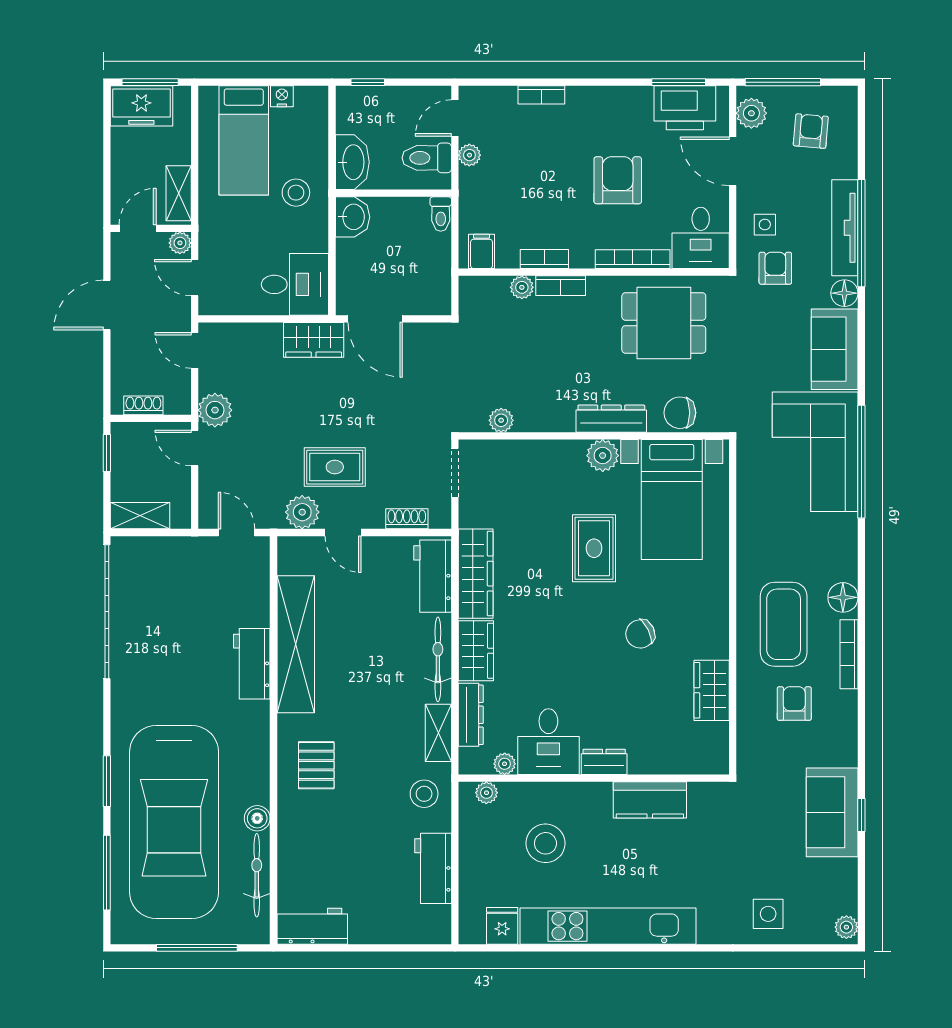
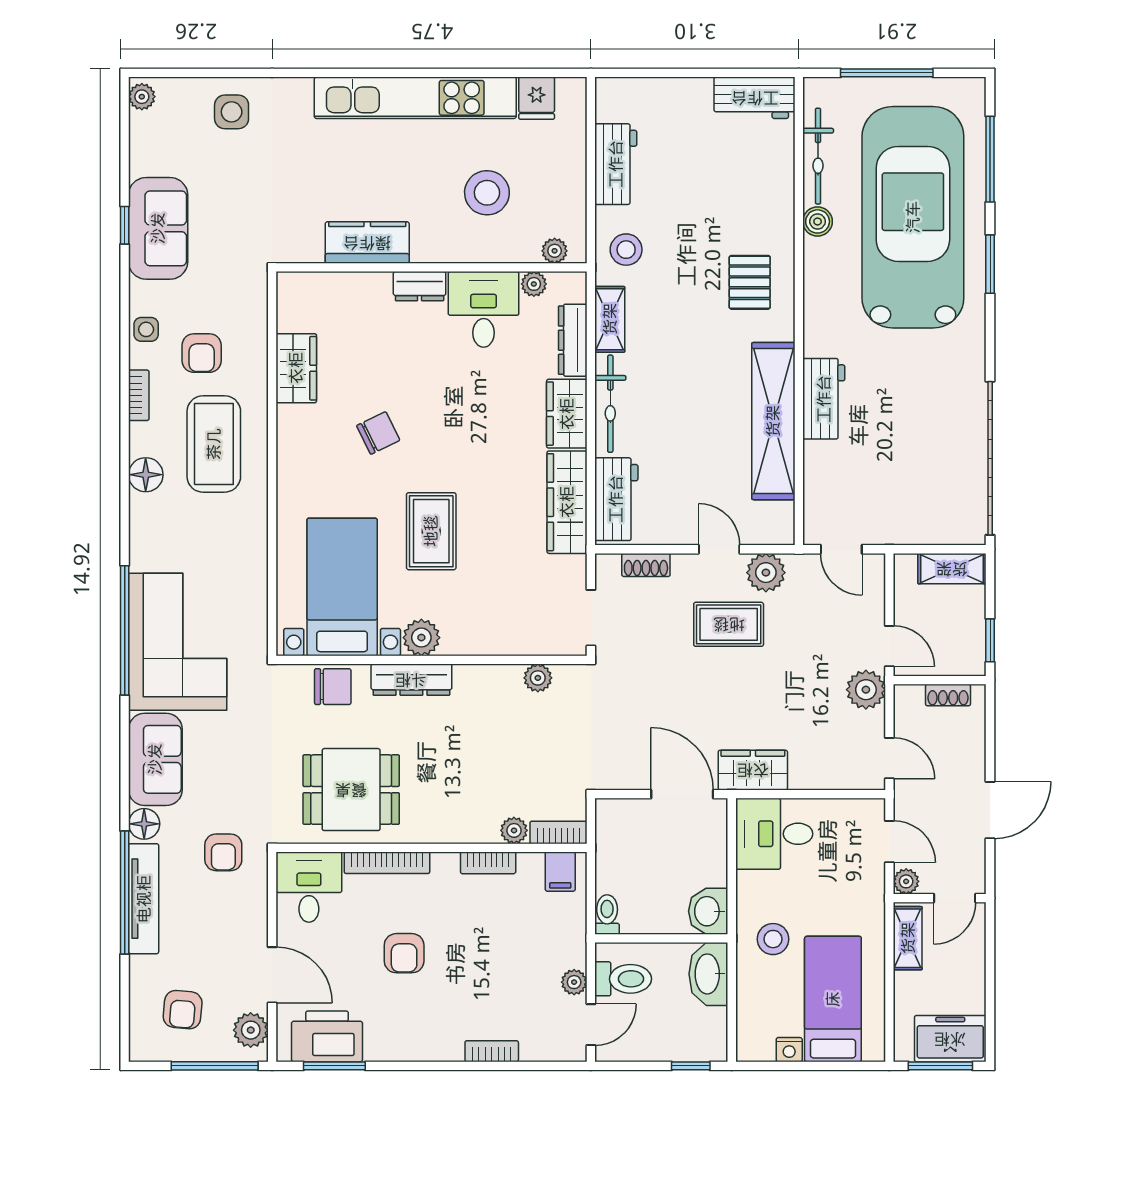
armchair: (618, 180) -> (404, 953), width x0.72, depth x0.72
side table: (765, 225) -> (146, 329), moved
bookcase: (561, 286) -> (558, 832), moved
bookcase: (849, 654) -> (139, 395), width x0.64

